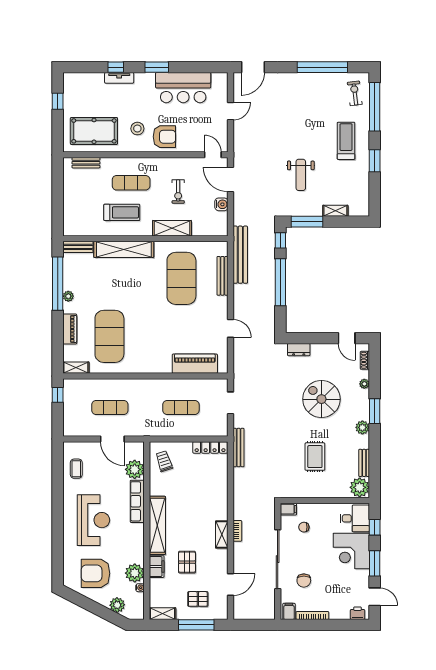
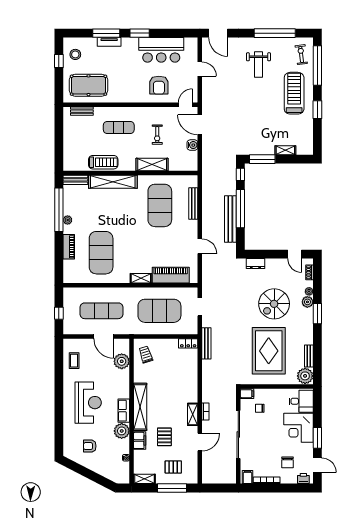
window: (116, 67) -> (106, 33), width x2.17
door: (253, 67) -> (218, 33), hinge flipped
door: (231, 111) -> (200, 69), hinge flipped
stool: (137, 129) -> (75, 54), moved
armchair: (164, 137) -> (159, 85), moved, turned 90
treadmill: (346, 141) -> (294, 93), width x1.37, depth x1.38
door: (213, 155) -> (185, 105), hinge flipped
weight bench: (301, 175) -> (258, 64), moved
treadmill: (122, 212) -> (103, 162), moved
bench: (240, 255) -> (230, 219), moved
shelving: (76, 368) -> (141, 278), moved
window: (58, 395) -> (59, 313), moved
spiral stairs: (321, 399) -> (274, 304), turned -90
exercise mat: (110, 408) -> (101, 311), width x1.36, depth x1.45
exercise mat: (181, 408) -> (159, 311), width x2.00, depth x1.45
plant: (362, 427) -> (307, 302), moved
locker: (210, 447) -> (188, 343), width x0.66
rug: (315, 457) -> (269, 351), width x1.86, depth x2.06
row of seats: (137, 501) -> (124, 411), moved, width x0.68
window: (375, 527) -> (317, 408), removed
armchair: (96, 573) -> (90, 446), width x0.53, depth x0.53
plant: (135, 573) -> (122, 431), moved
chair: (304, 581) -> (287, 462), moved
door: (231, 585) -> (200, 442), moved
plant: (117, 605) -> (107, 472), removed

